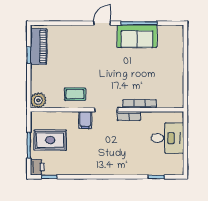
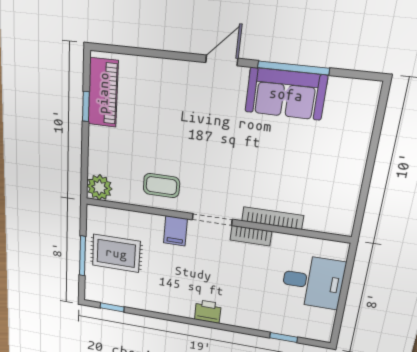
printer: (37, 167) -> (208, 312), moved, turned -90

